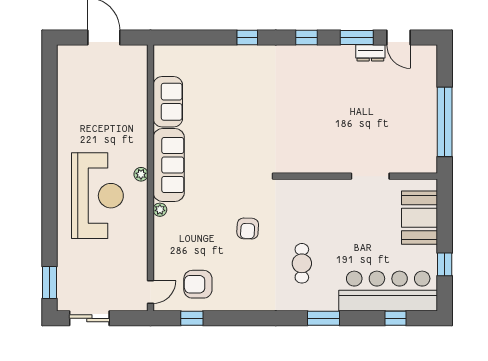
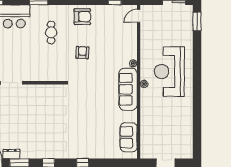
sofa: (168, 102) -> (129, 137), moved
armchair: (198, 284) -> (82, 17), moved

